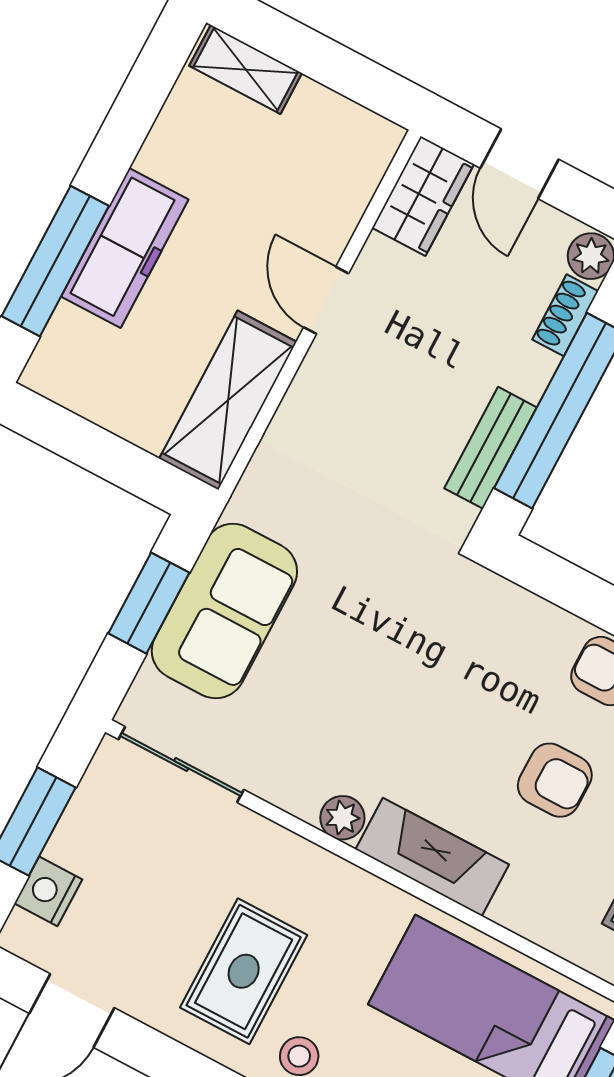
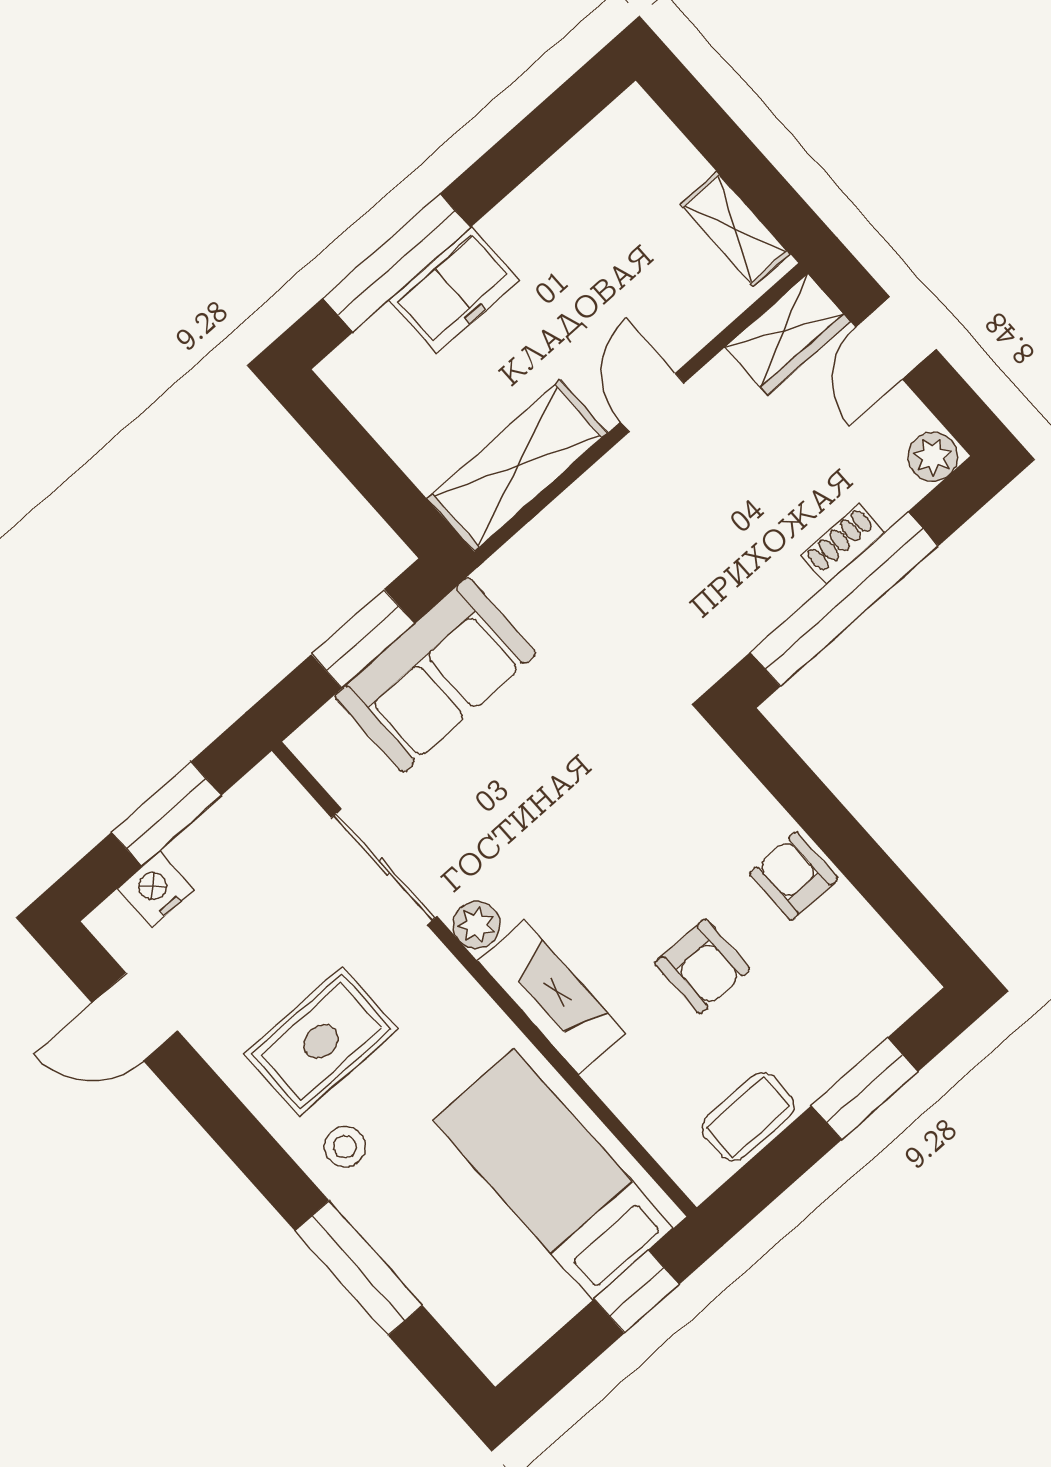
shelving: (246, 69) -> (735, 229), moved
freezer: (125, 248) -> (454, 290), width x0.71
shoe rack: (565, 315) -> (843, 544), moved
bench: (491, 448) -> (762, 611), removed
sliding door: (181, 765) -> (384, 867), moved

